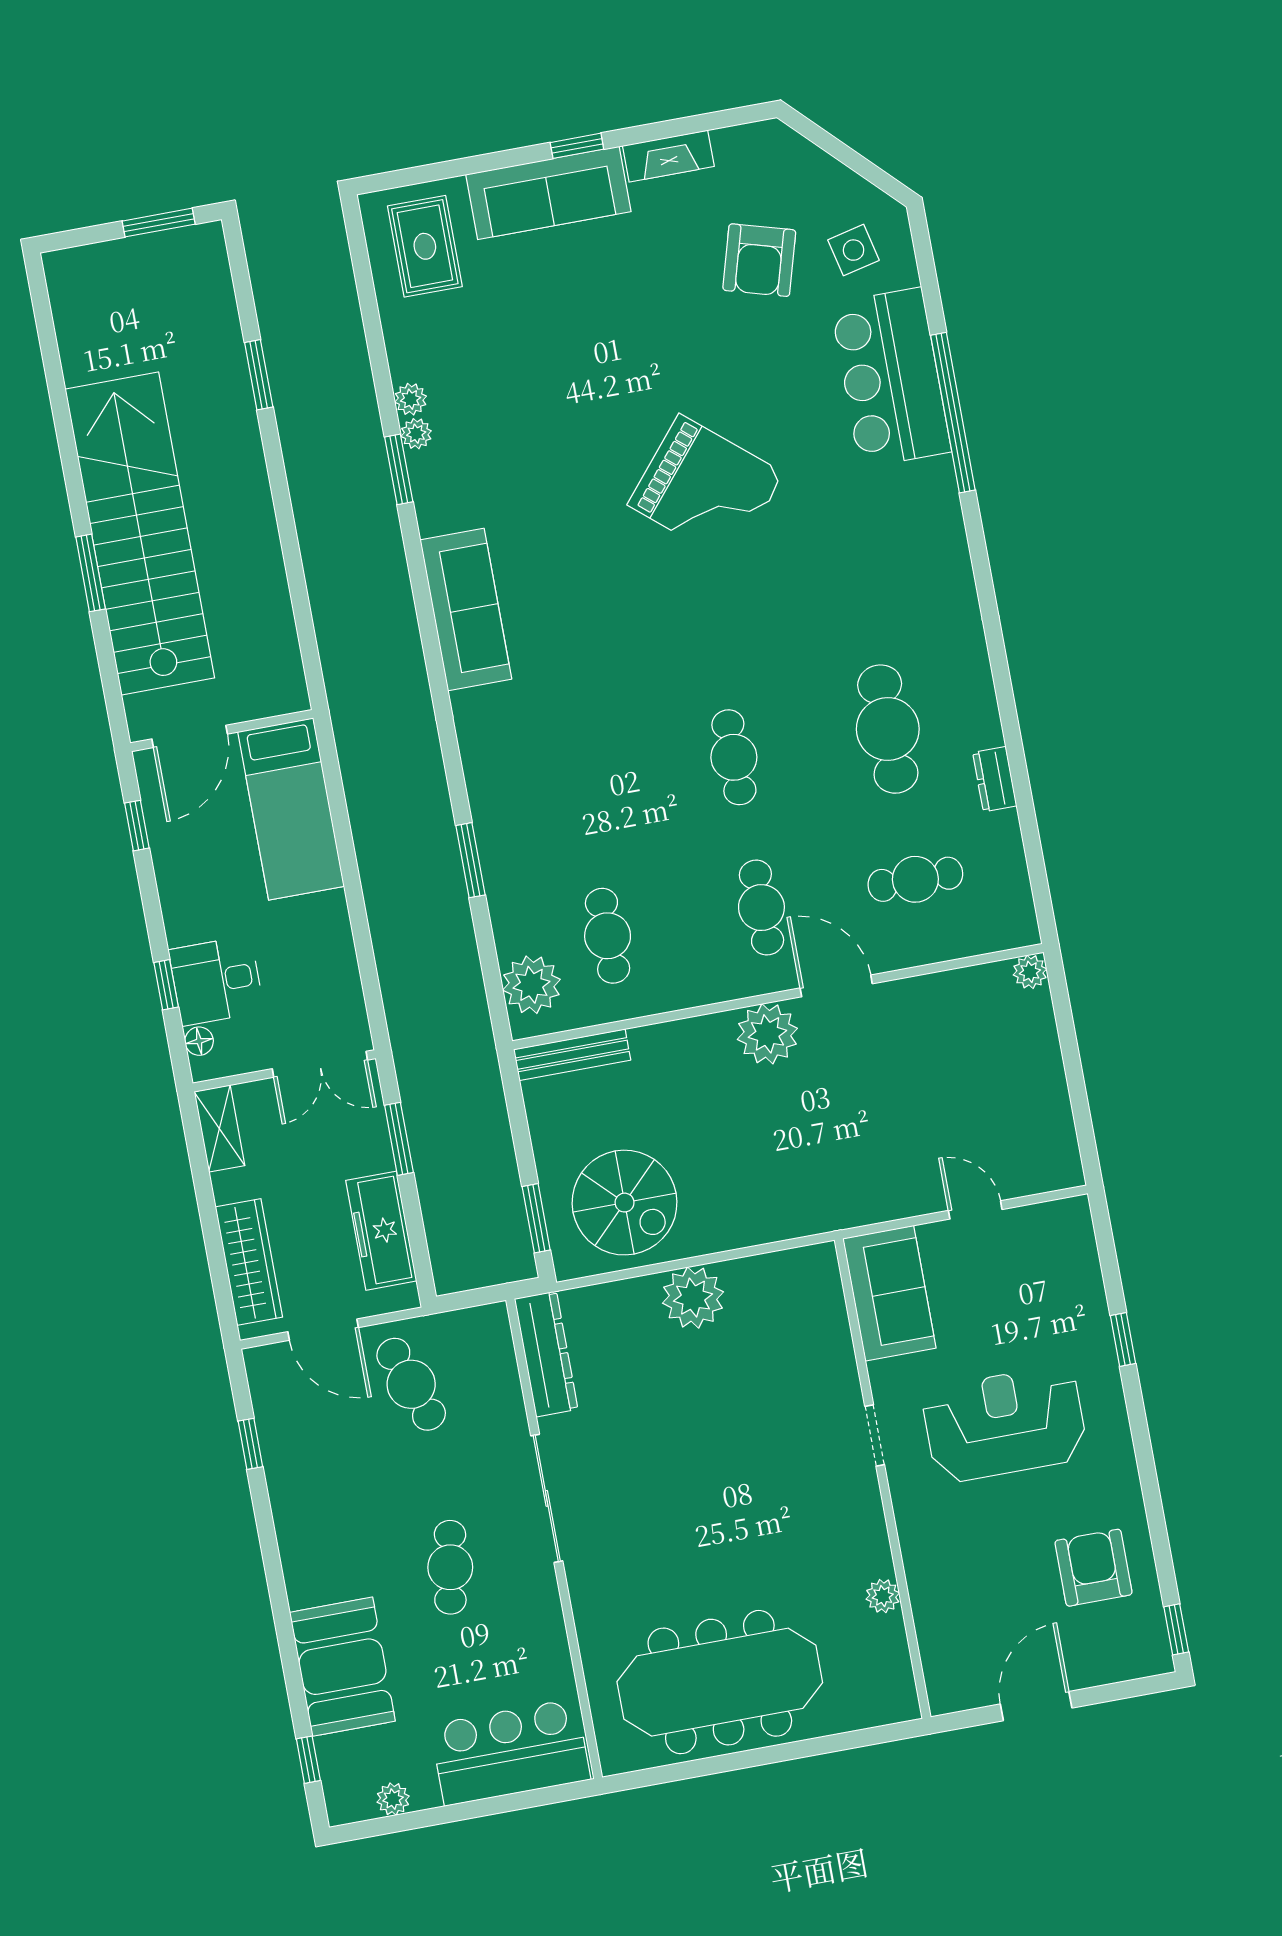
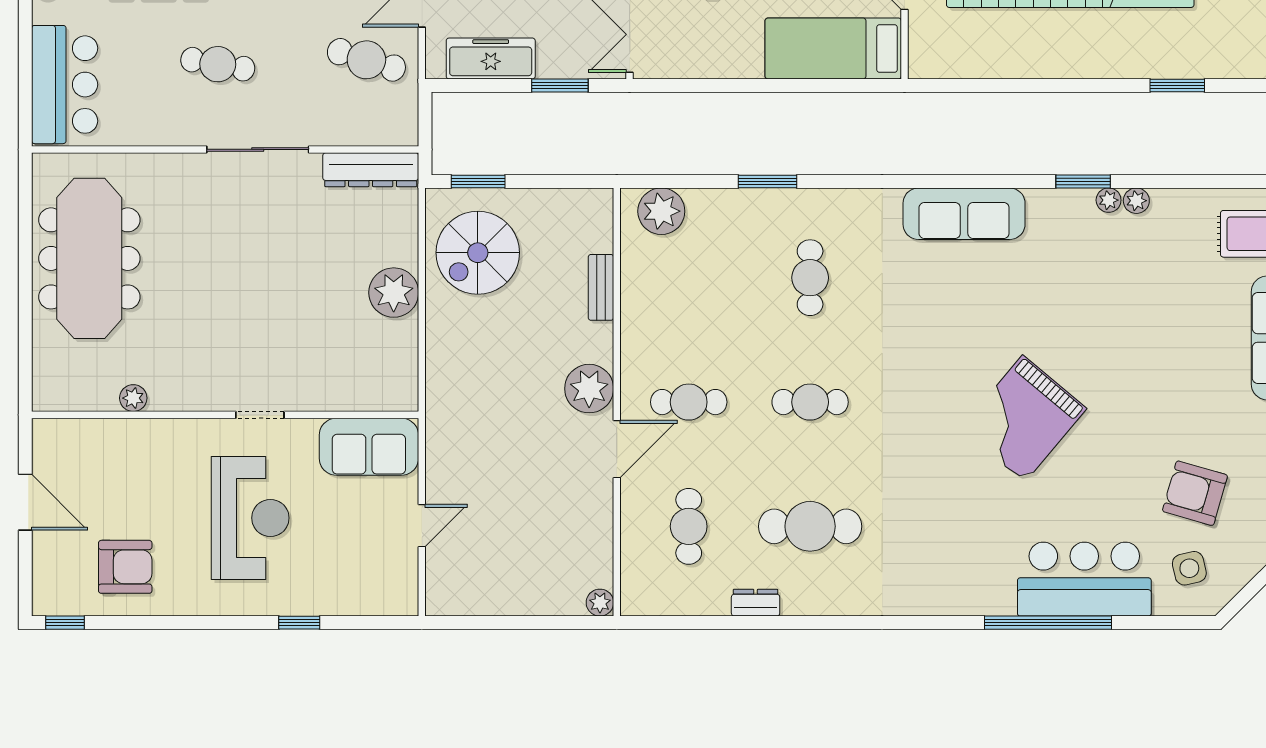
cafe table: (608, 936) -> (810, 278), moved, turned 90
bench: (572, 1055) -> (601, 287), moved, width x0.73
cafe table: (411, 1384) -> (366, 60), turned 37

